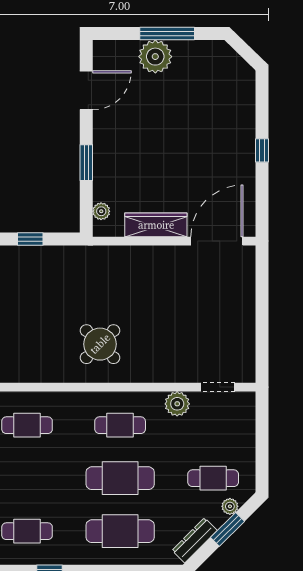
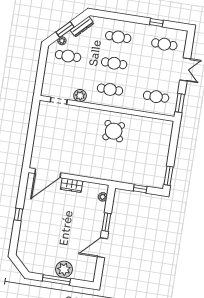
door: (86, 90) -> (102, 248), moved
wardrobe: (156, 225) -> (72, 185), width x0.67
cafe table: (120, 478) -> (114, 63), width x0.73, depth x0.74
cafe table: (120, 531) -> (118, 37), width x0.73, depth x0.74

